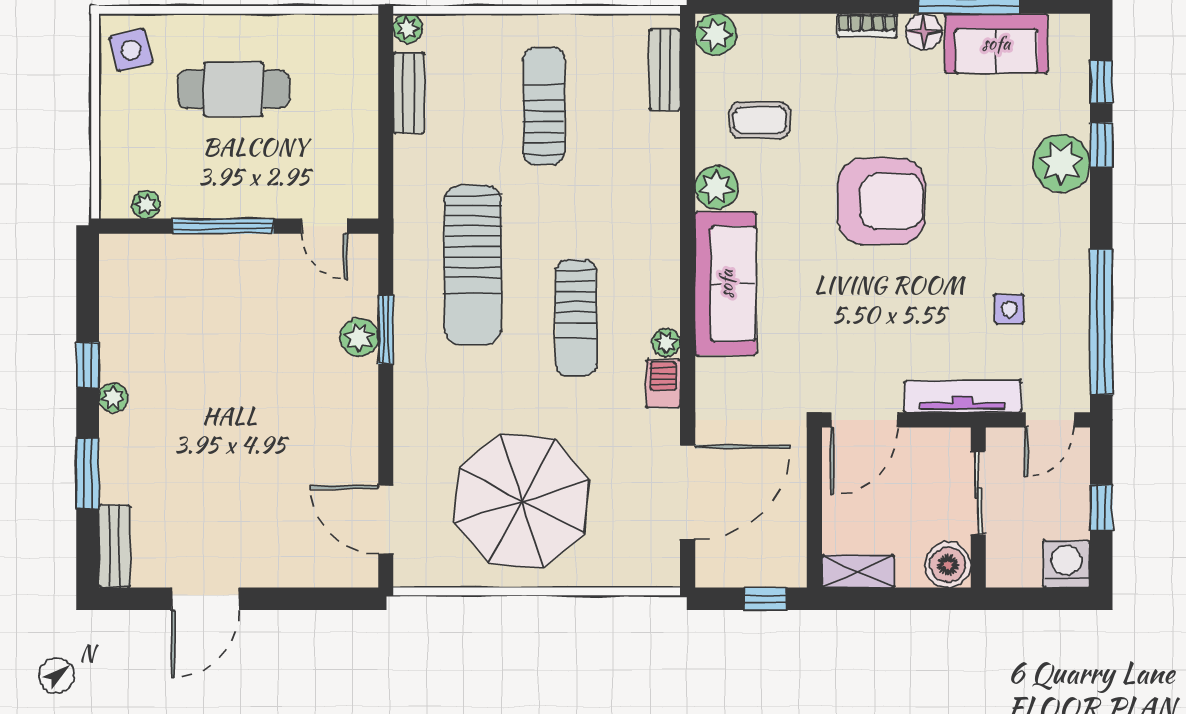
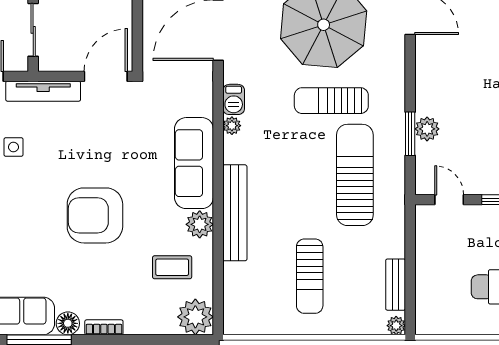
plant: (716, 34) -> (195, 317), width x1.36, depth x1.36
bench: (665, 70) -> (235, 213), moved, width x1.86, depth x1.21
sun lounger: (576, 318) -> (331, 101), moved, turned -90

